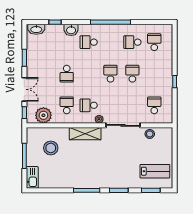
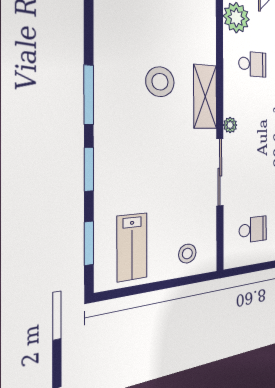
school desk: (89, 105) -> (253, 105), removed
stool: (150, 134) -> (187, 254), moved
stool: (51, 148) -> (160, 82), moved

